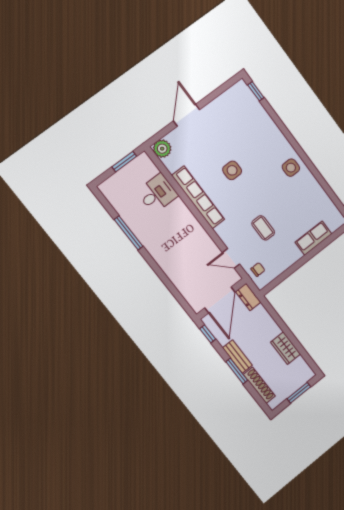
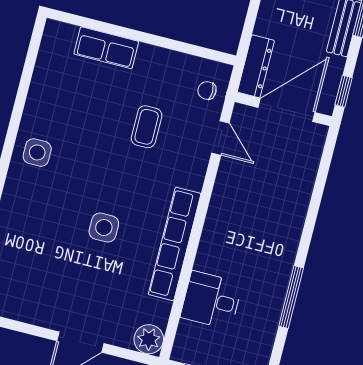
dresser: (248, 297) -> (256, 66), width x1.44

